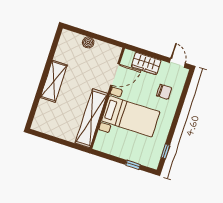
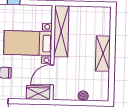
wardrobe: (146, 63) -> (38, 93), moved

